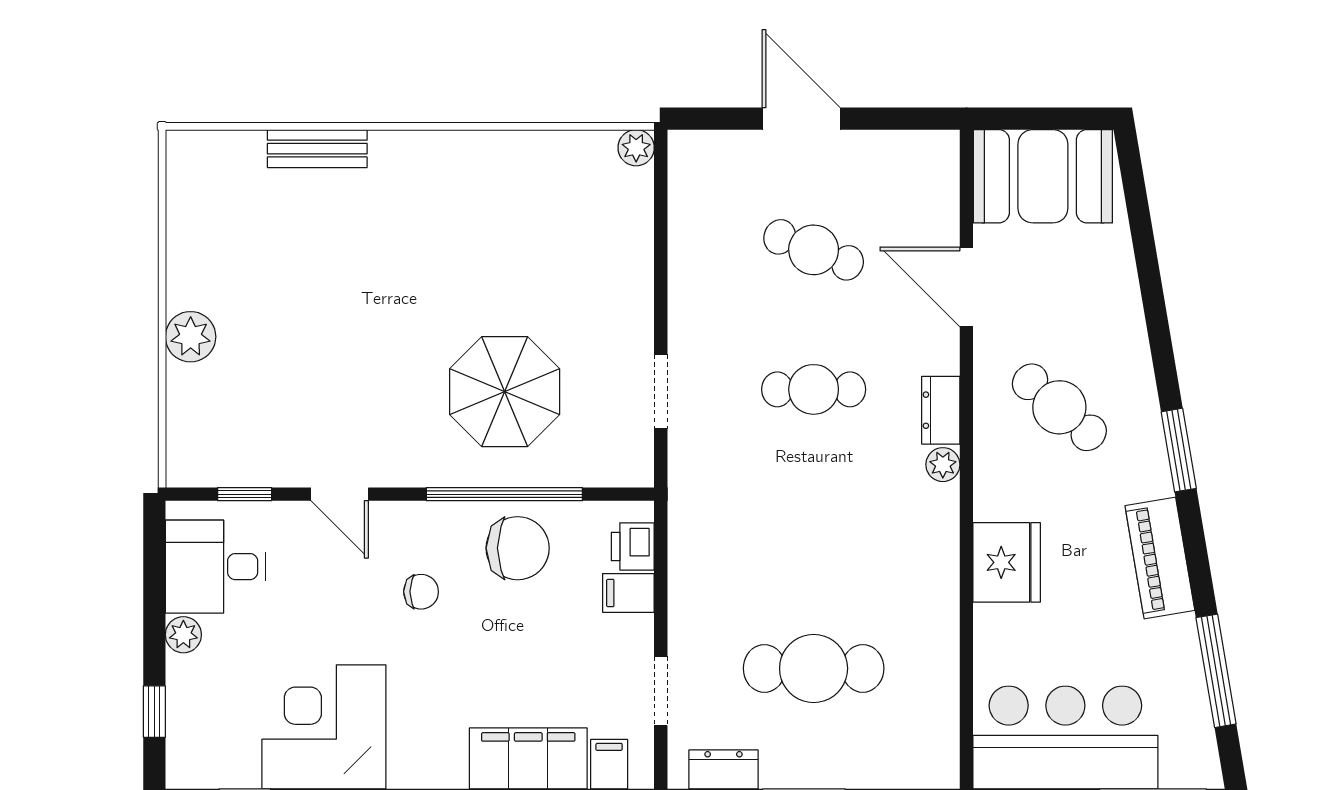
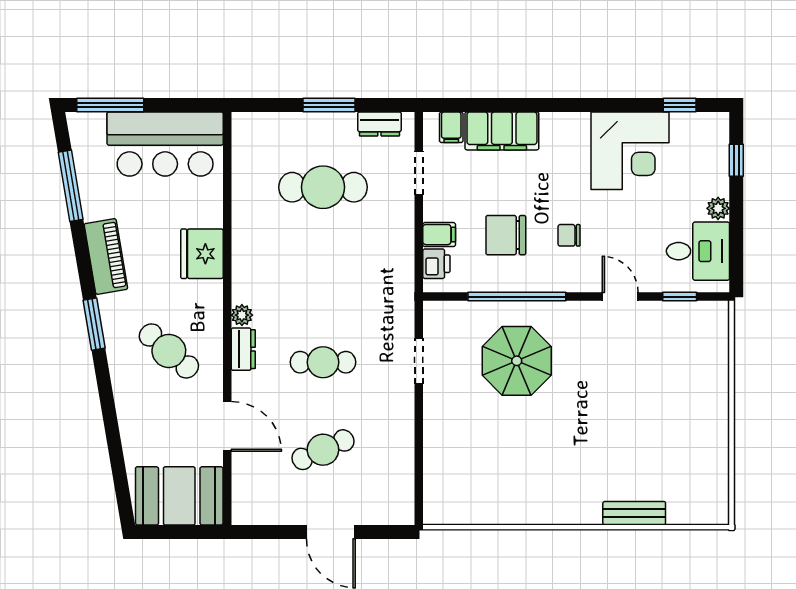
plant: (636, 148) -> (434, 514), removed
cafe table: (814, 250) -> (323, 450), turned -45
plant: (191, 337) -> (714, 395), removed
chair: (518, 548) -> (506, 235), moved

